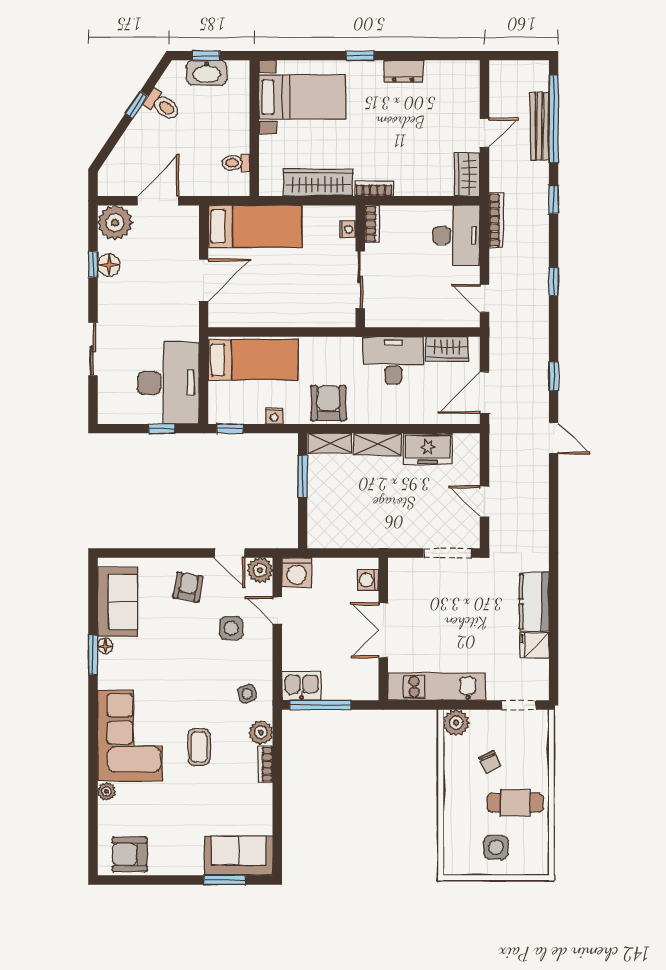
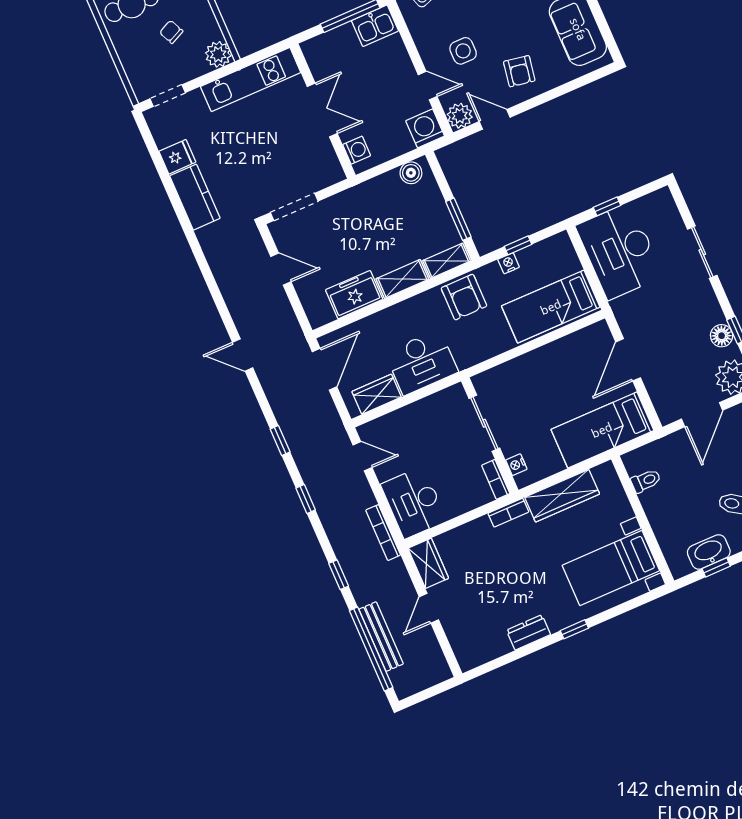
window: (554, 376) -> (280, 440), moved
window: (230, 429) -> (518, 245), moved
boiler: (327, 538) -> (411, 173), added

